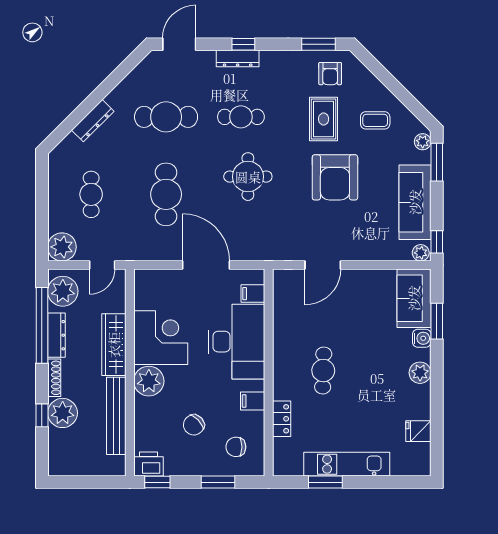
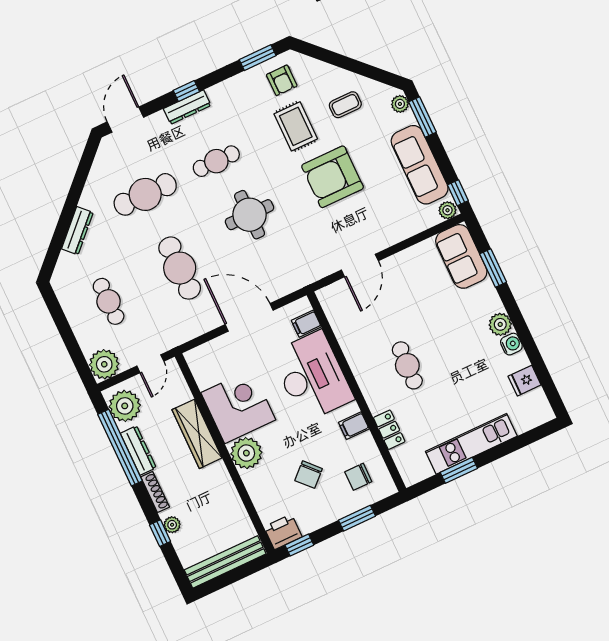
armchair: (335, 177) -> (333, 177), turned 90
water cooler: (422, 338) -> (511, 344), moved
plant: (63, 413) -> (172, 525), width x0.53, depth x0.53
bench: (116, 416) -> (225, 562), moved, turned 90

